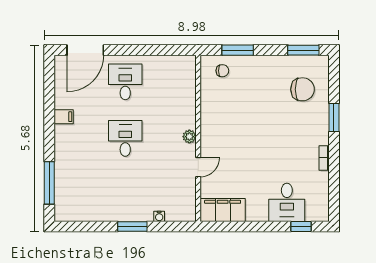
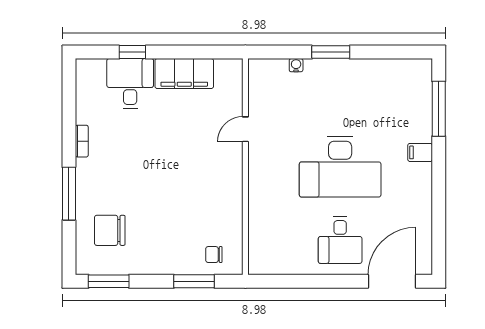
filing cabinet: (64, 117) -> (420, 152), moved
window: (334, 118) -> (69, 194), width x1.44
plant: (189, 137) -> (257, 169), removed
desk: (125, 138) -> (340, 167), width x1.87, depth x1.30
filing cabinet: (223, 210) -> (184, 74), moved
window: (301, 227) -> (132, 52), moved

